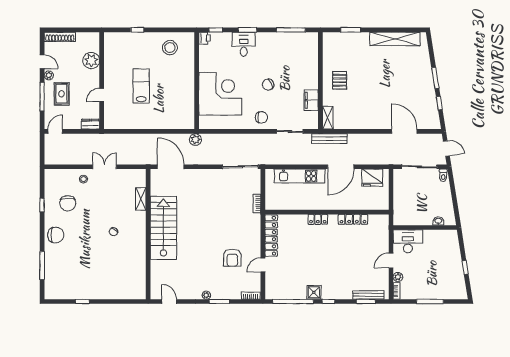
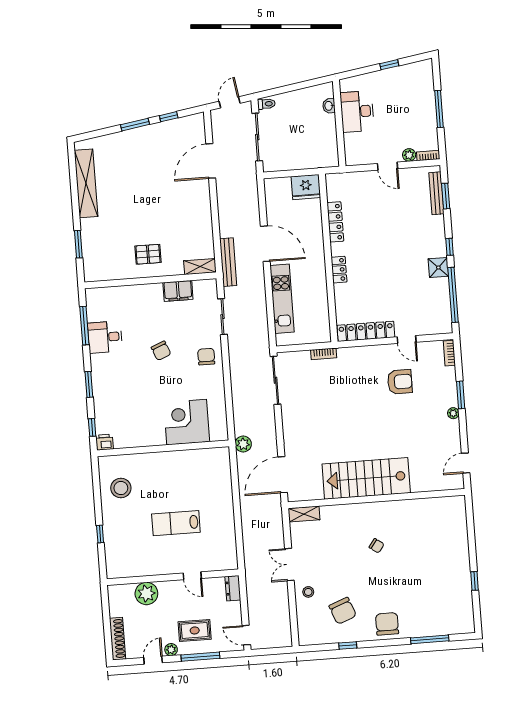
desk: (244, 44) -> (105, 337), moved
corner desk: (220, 94) -> (187, 422), width x0.74, depth x0.74
fridge: (372, 178) -> (306, 187), moved, turned 90
shelving: (141, 199) -> (304, 514), moved
chair: (68, 203) -> (343, 611), turned 69
desk: (408, 241) -> (357, 111), moved

